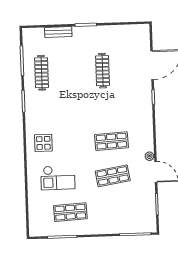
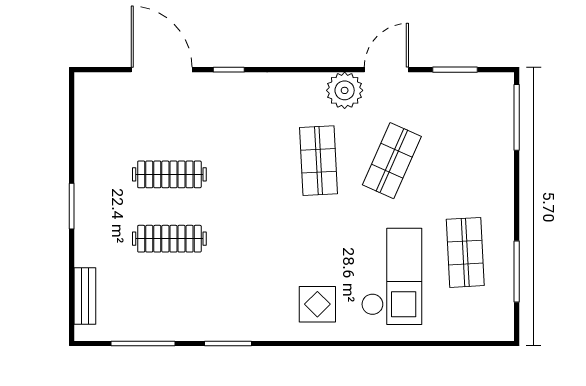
bench: (58, 32) -> (85, 296), moved
clothes rail: (42, 73) -> (169, 239), moved
plant: (149, 156) -> (345, 90), width x1.87, depth x1.87
shop shelf: (113, 176) -> (392, 161), turned 33
checkout: (58, 178) -> (392, 276), width x1.36, depth x1.21

